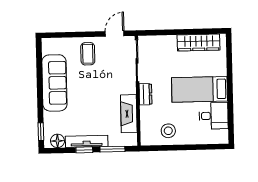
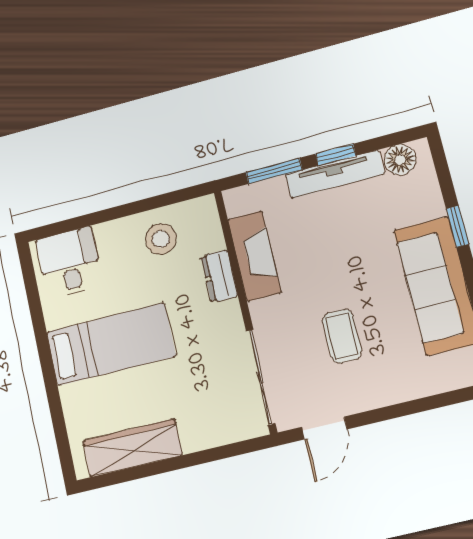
coffee table: (88, 54) -> (342, 336), moved
dresser: (146, 94) -> (219, 276), moved
desk: (214, 116) -> (69, 263), moved, turned 90
window: (41, 132) -> (457, 226), moved

